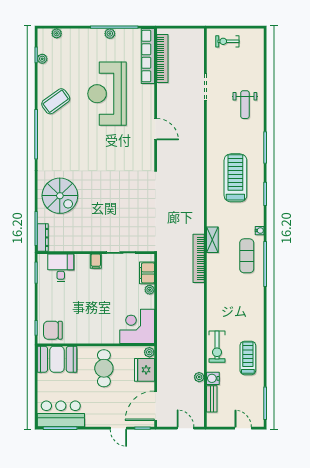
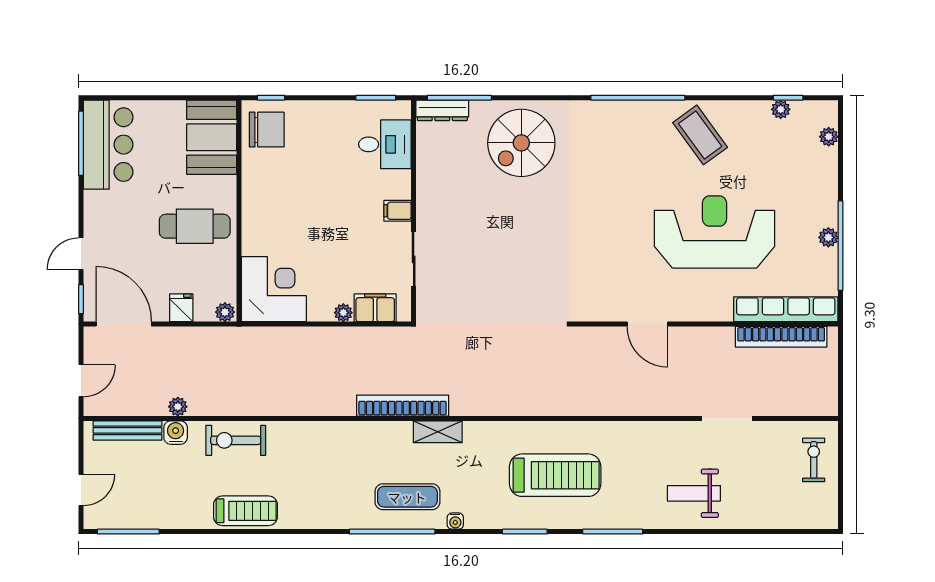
door: (156, 129) -> (647, 324), hinge flipped
chair: (53, 330) -> (267, 130), turned 90
treadmill: (248, 358) -> (245, 511), moved
fridge: (145, 370) -> (181, 308), width x0.53, depth x0.75
bench: (212, 399) -> (128, 430), width x1.36

